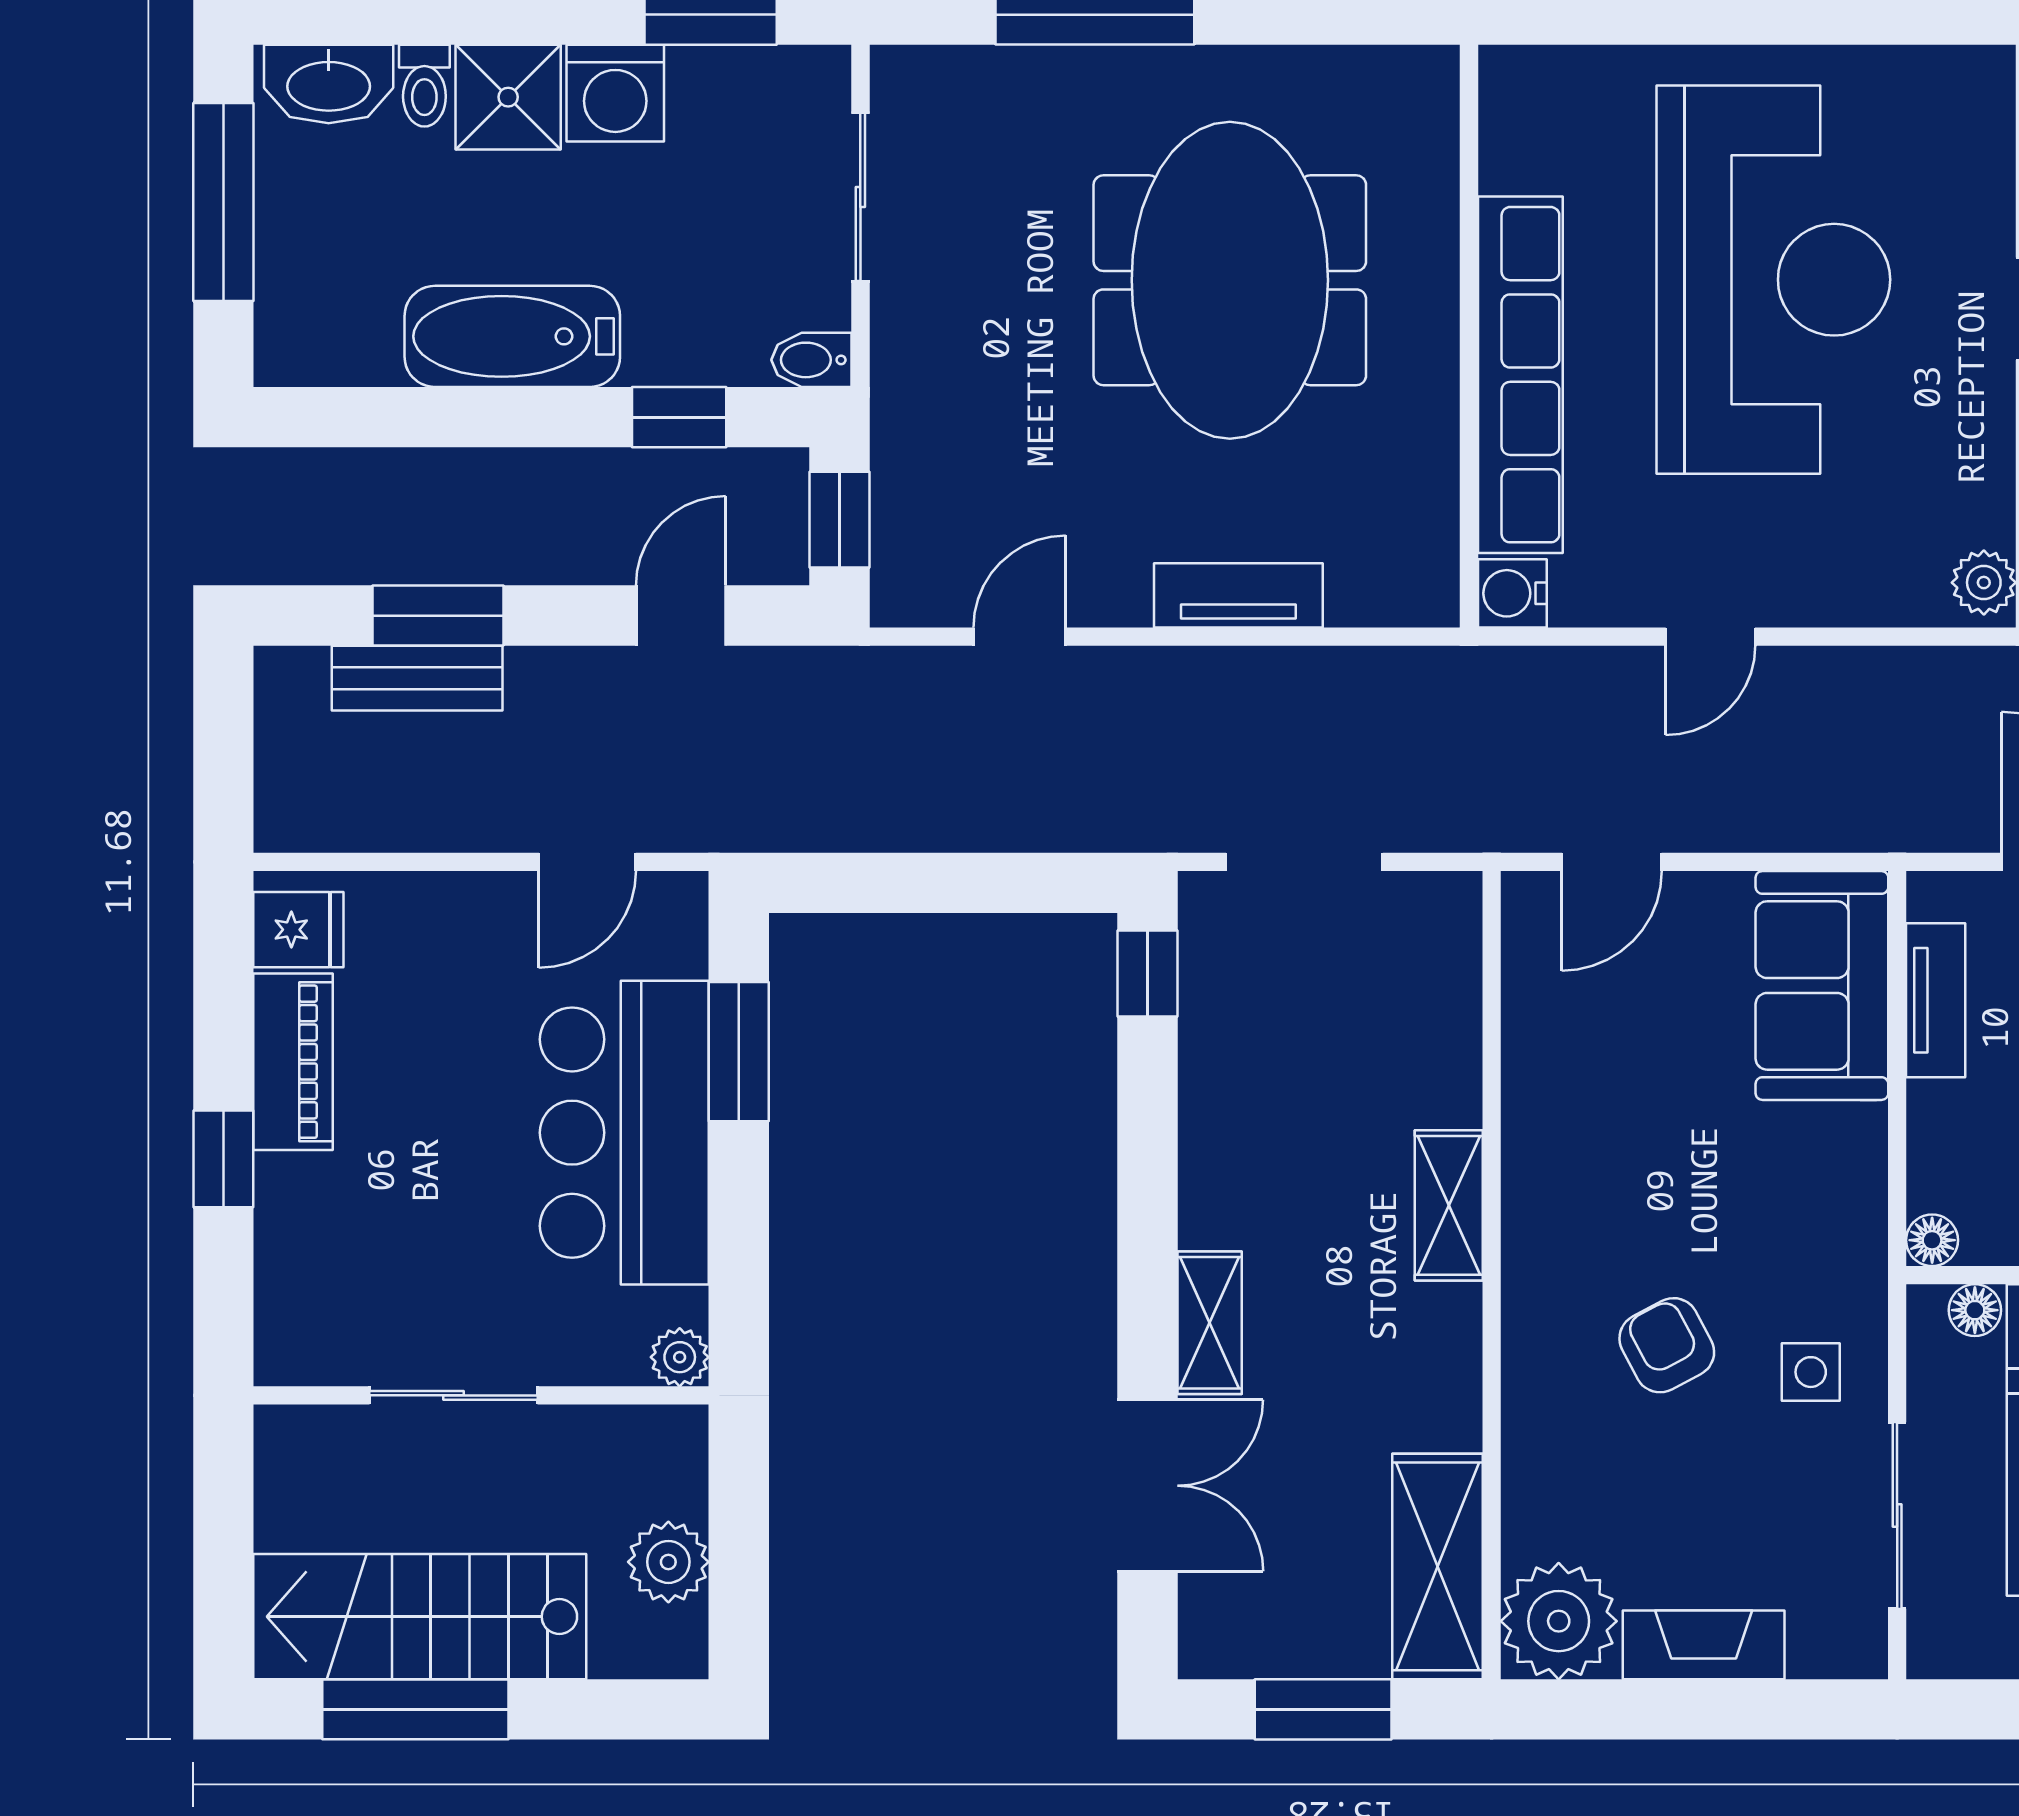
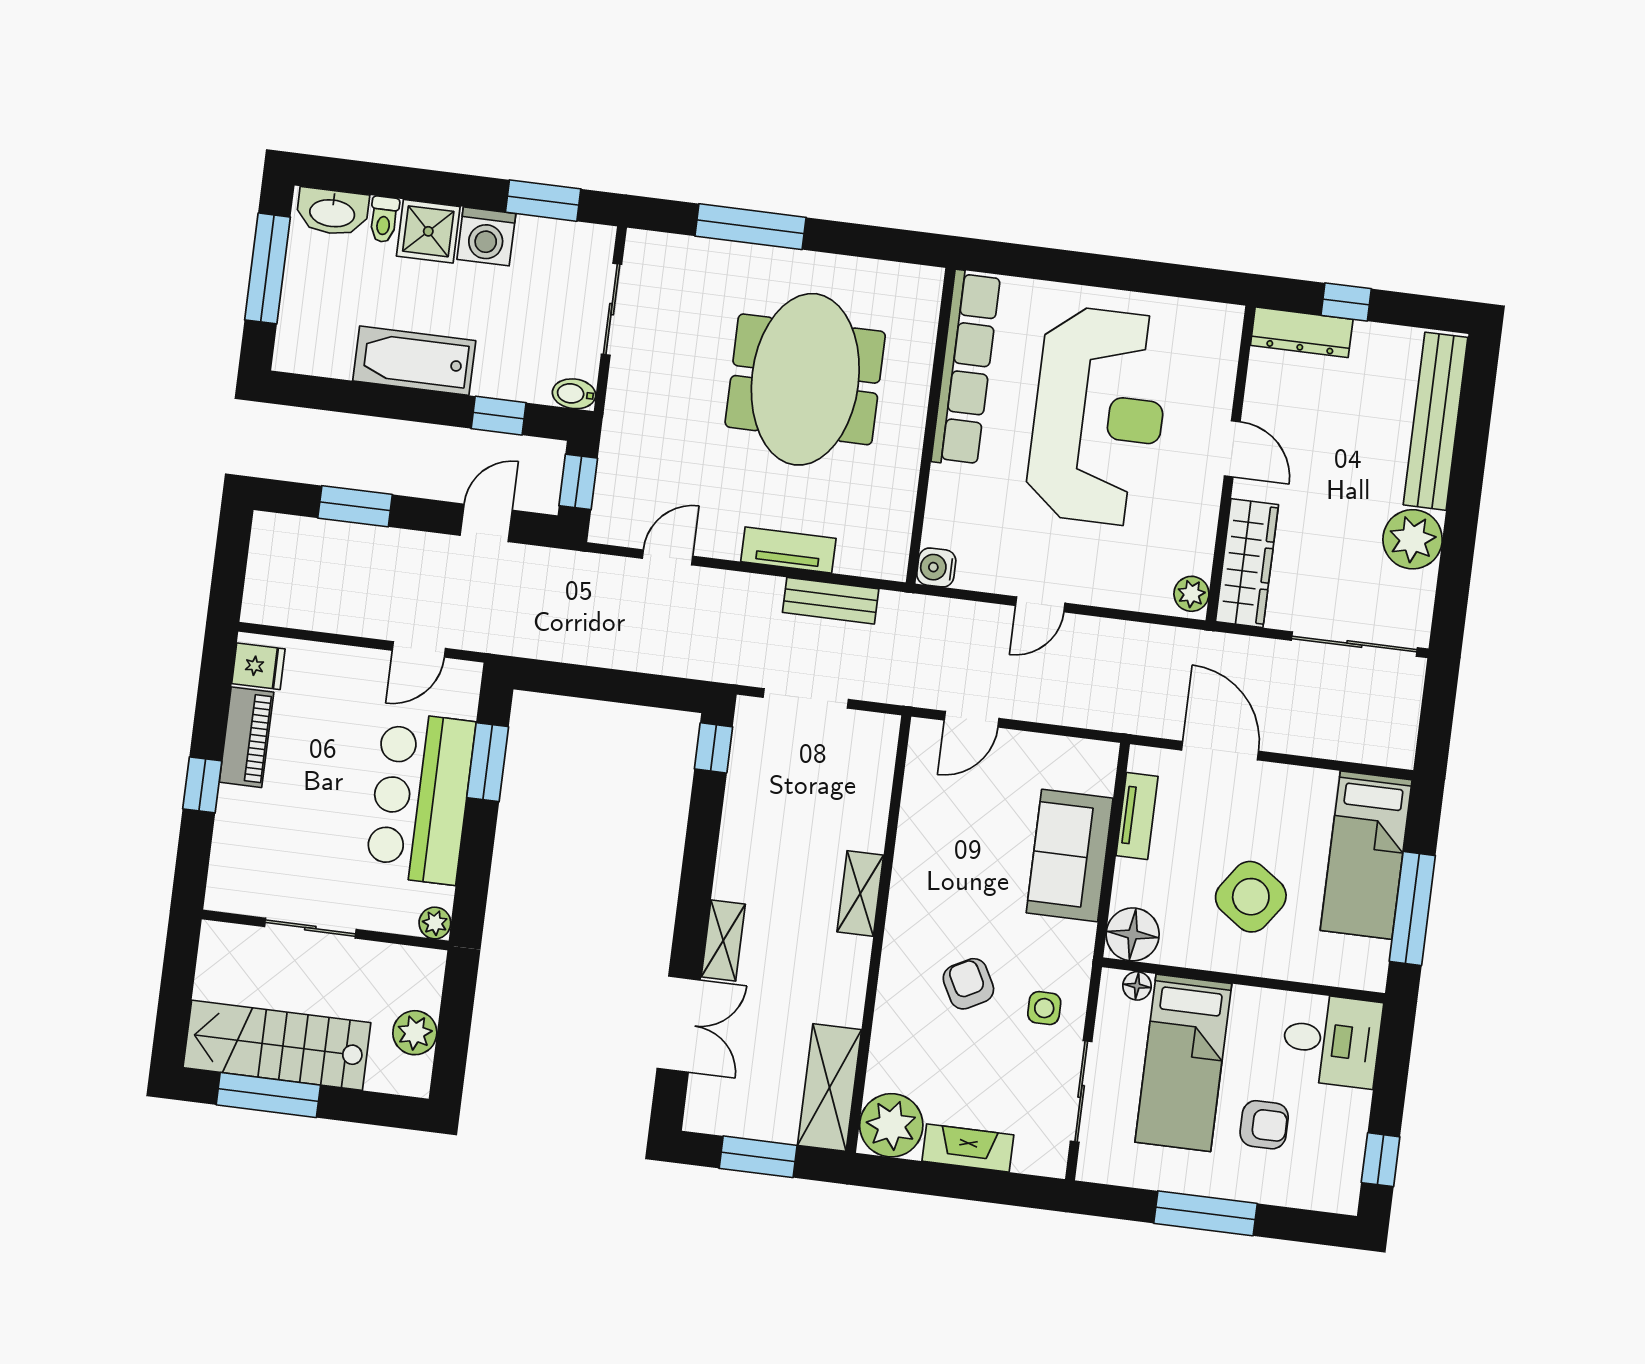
row of seats: (1520, 375) -> (966, 368), moved
bench: (417, 678) -> (831, 601), moved
sofa: (1822, 985) -> (1070, 855), moved
floor lamp: (1932, 1240) -> (1133, 934), width x1.89, depth x1.89

